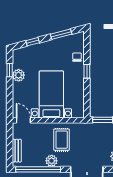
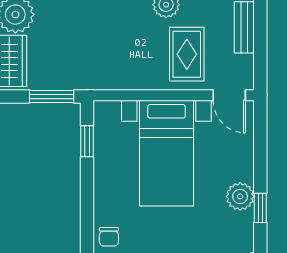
window: (87, 71) -> (87, 141), moved
rug: (62, 140) -> (187, 54), moved

